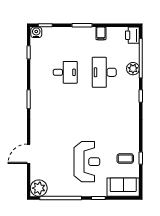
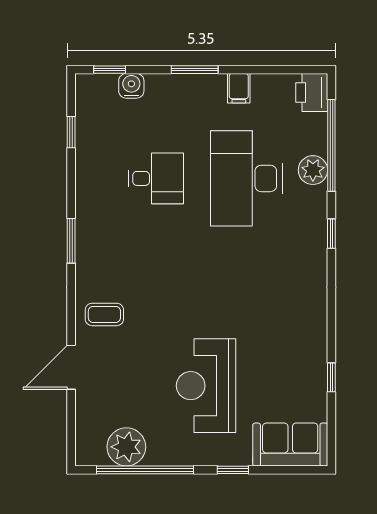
water cooler: (36, 32) -> (131, 86), moved
desk: (104, 72) -> (246, 178), width x1.36, depth x1.30
coffee table: (125, 158) -> (104, 314), moved
reception desk: (87, 162) -> (206, 386), turned 180
plant: (39, 188) -> (126, 447), moved

